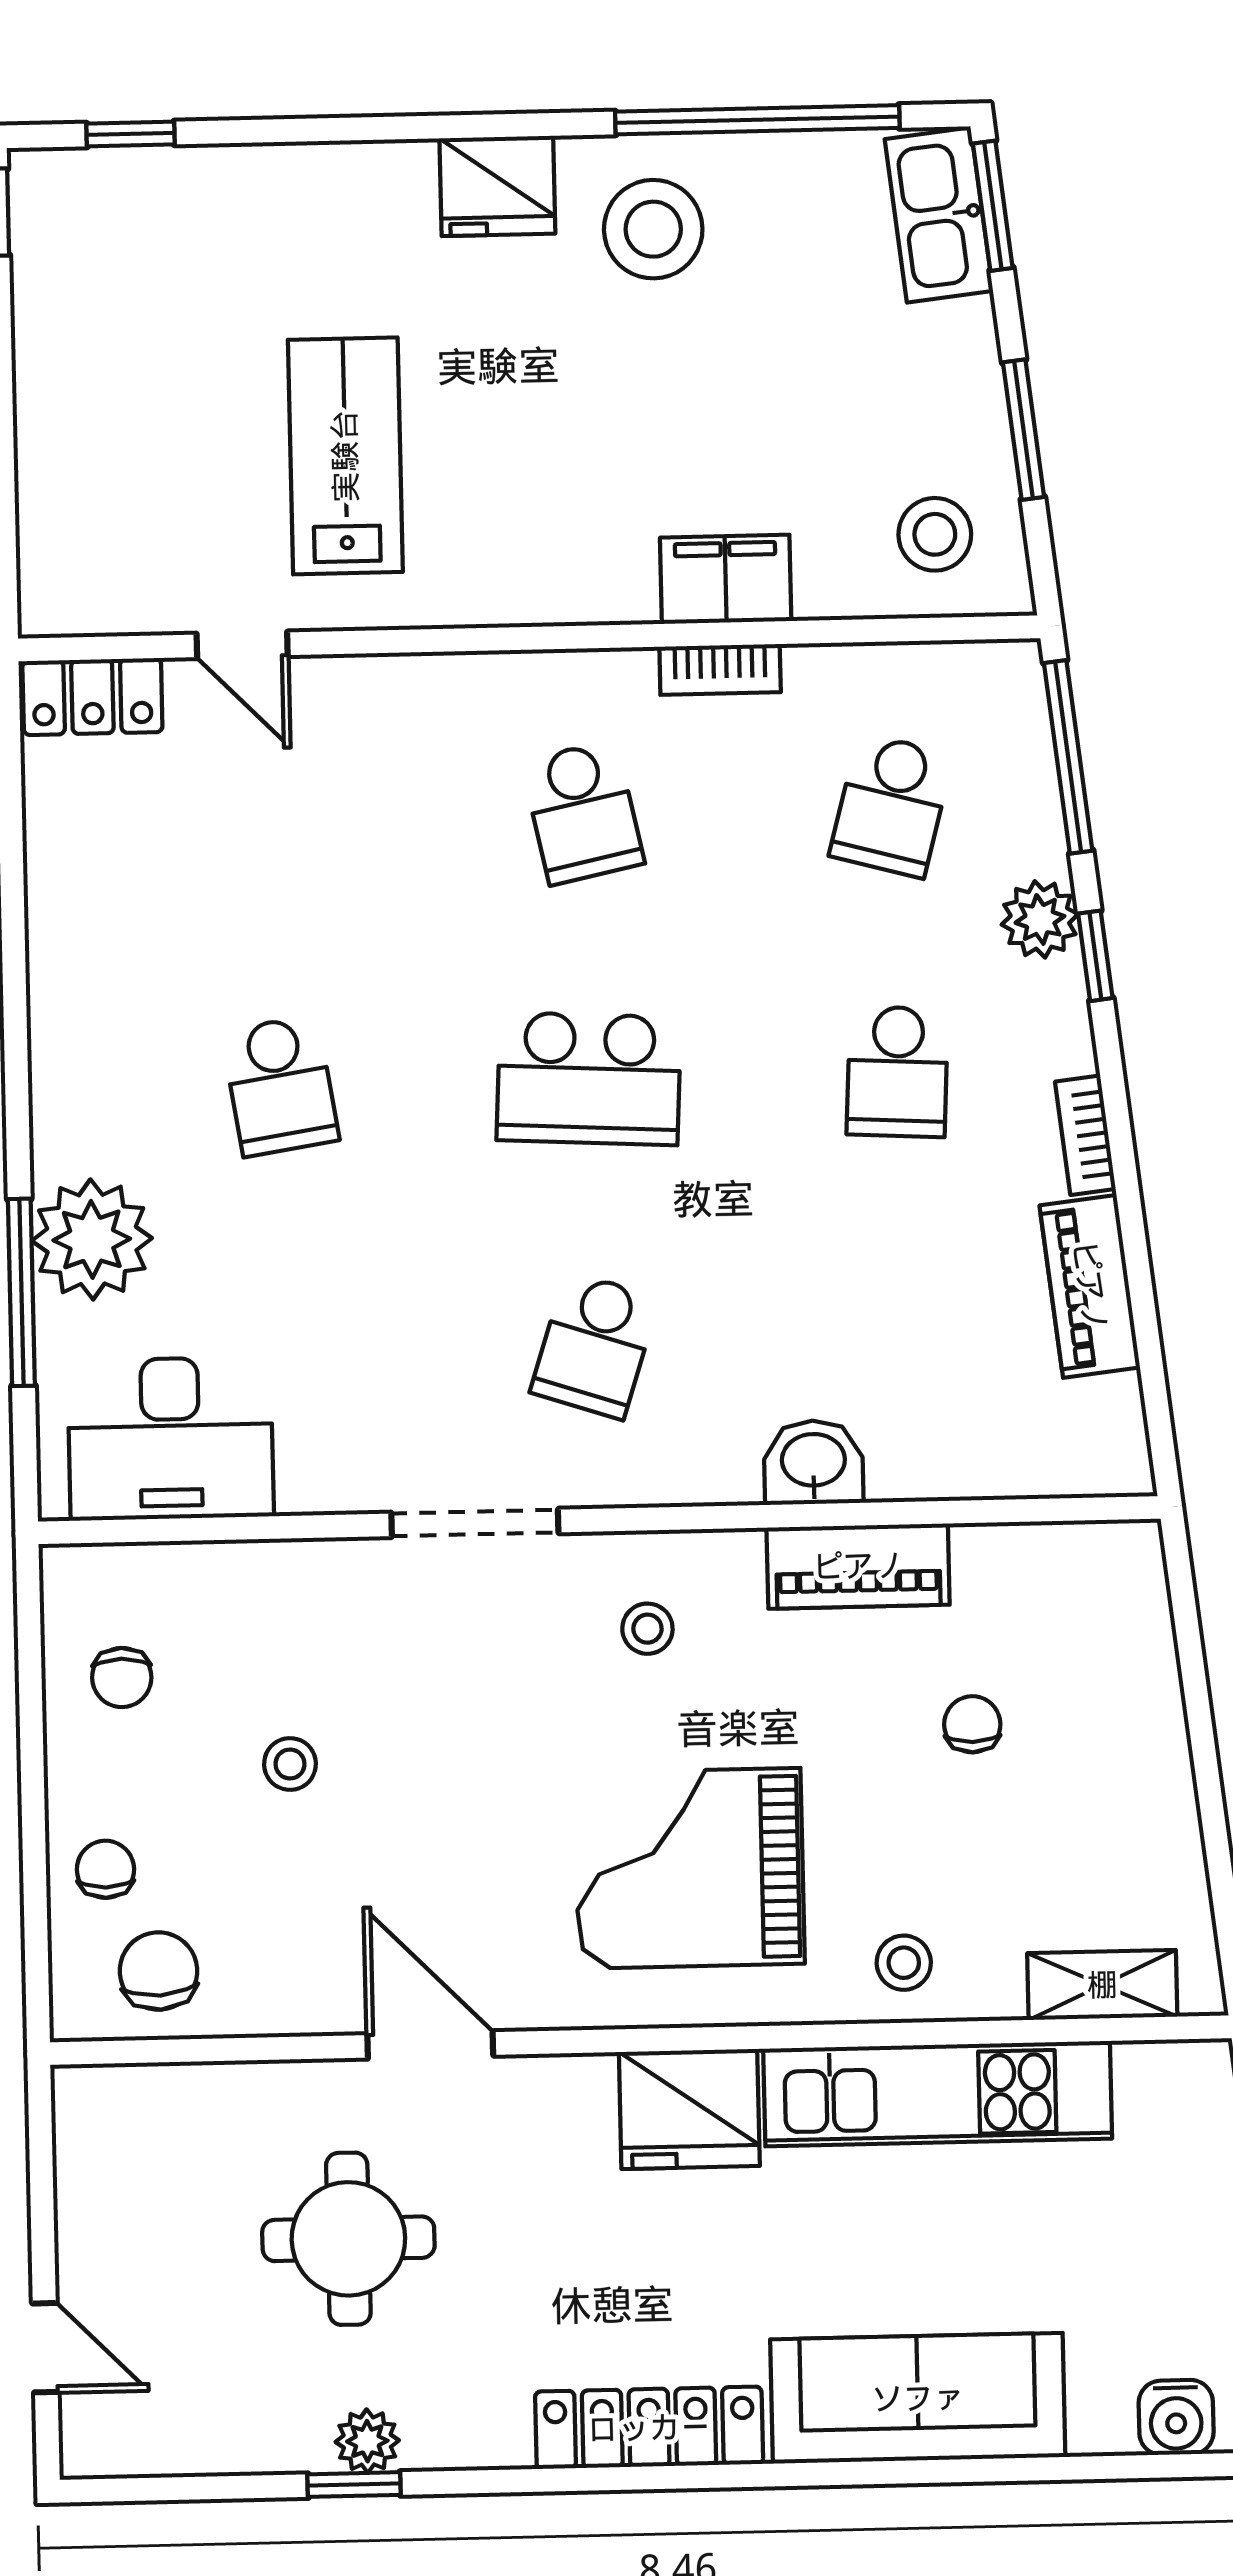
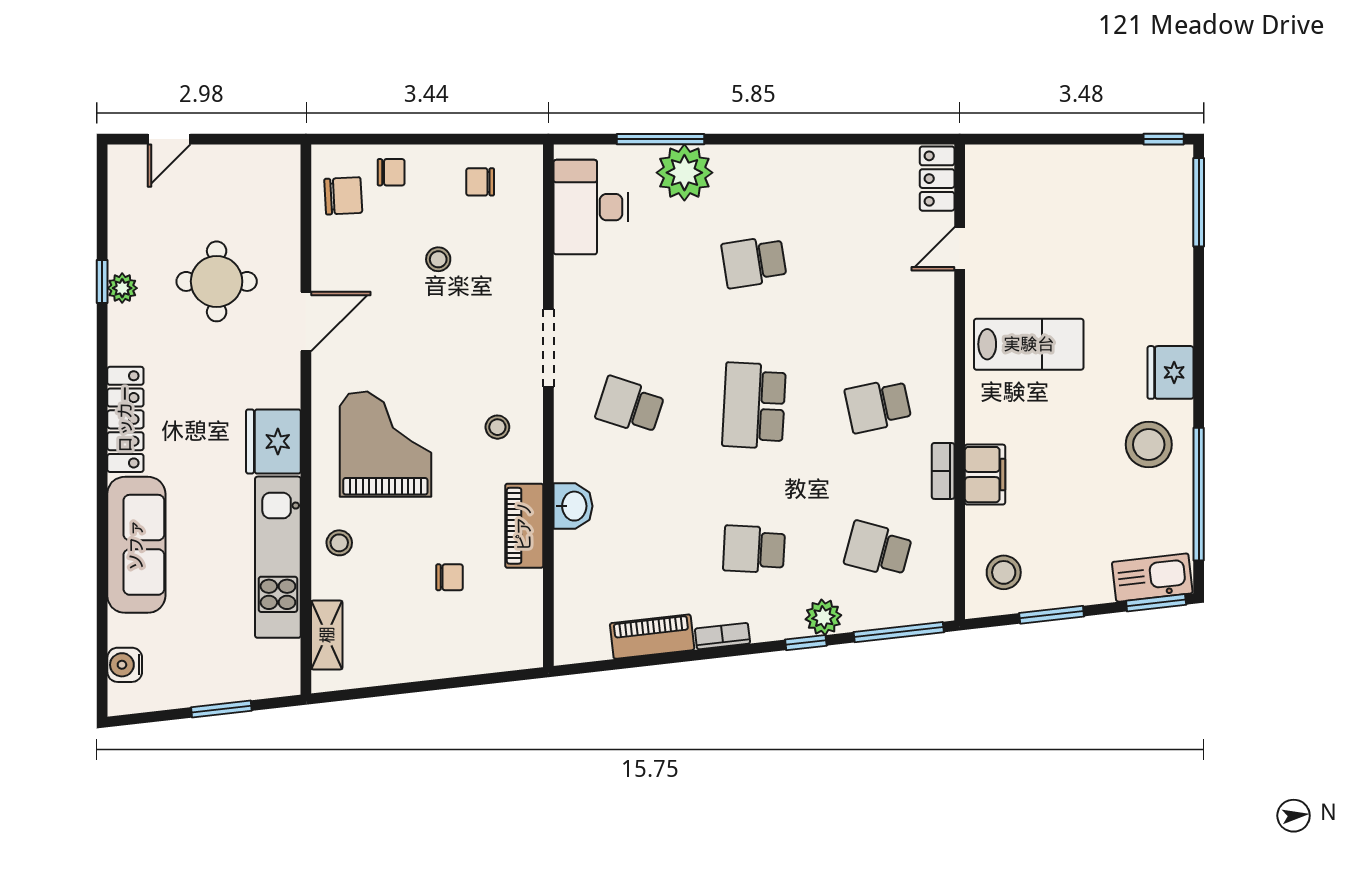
window: (131, 134) -> (1199, 202), width x2.17
lab bench: (345, 456) -> (1029, 344), moved

